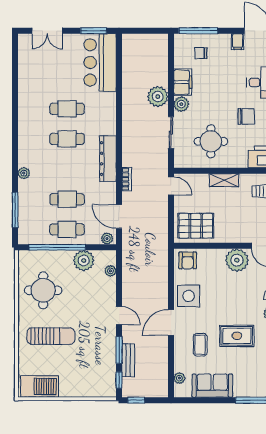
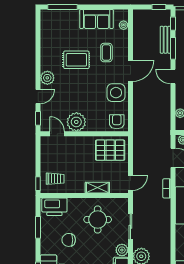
shelving: (224, 180) -> (97, 188), moved
door: (171, 186) -> (130, 183), swing flipped

